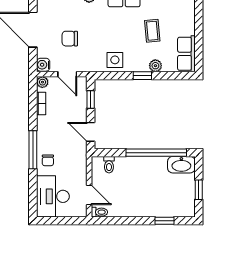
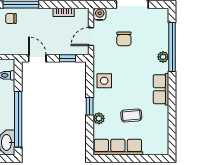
chair: (70, 39) -> (124, 39), turned 180
row of seats: (186, 54) -> (118, 147), width x1.48
plant: (42, 82) -> (84, 14), removed
door: (91, 132) -> (37, 58), hinge flipped

